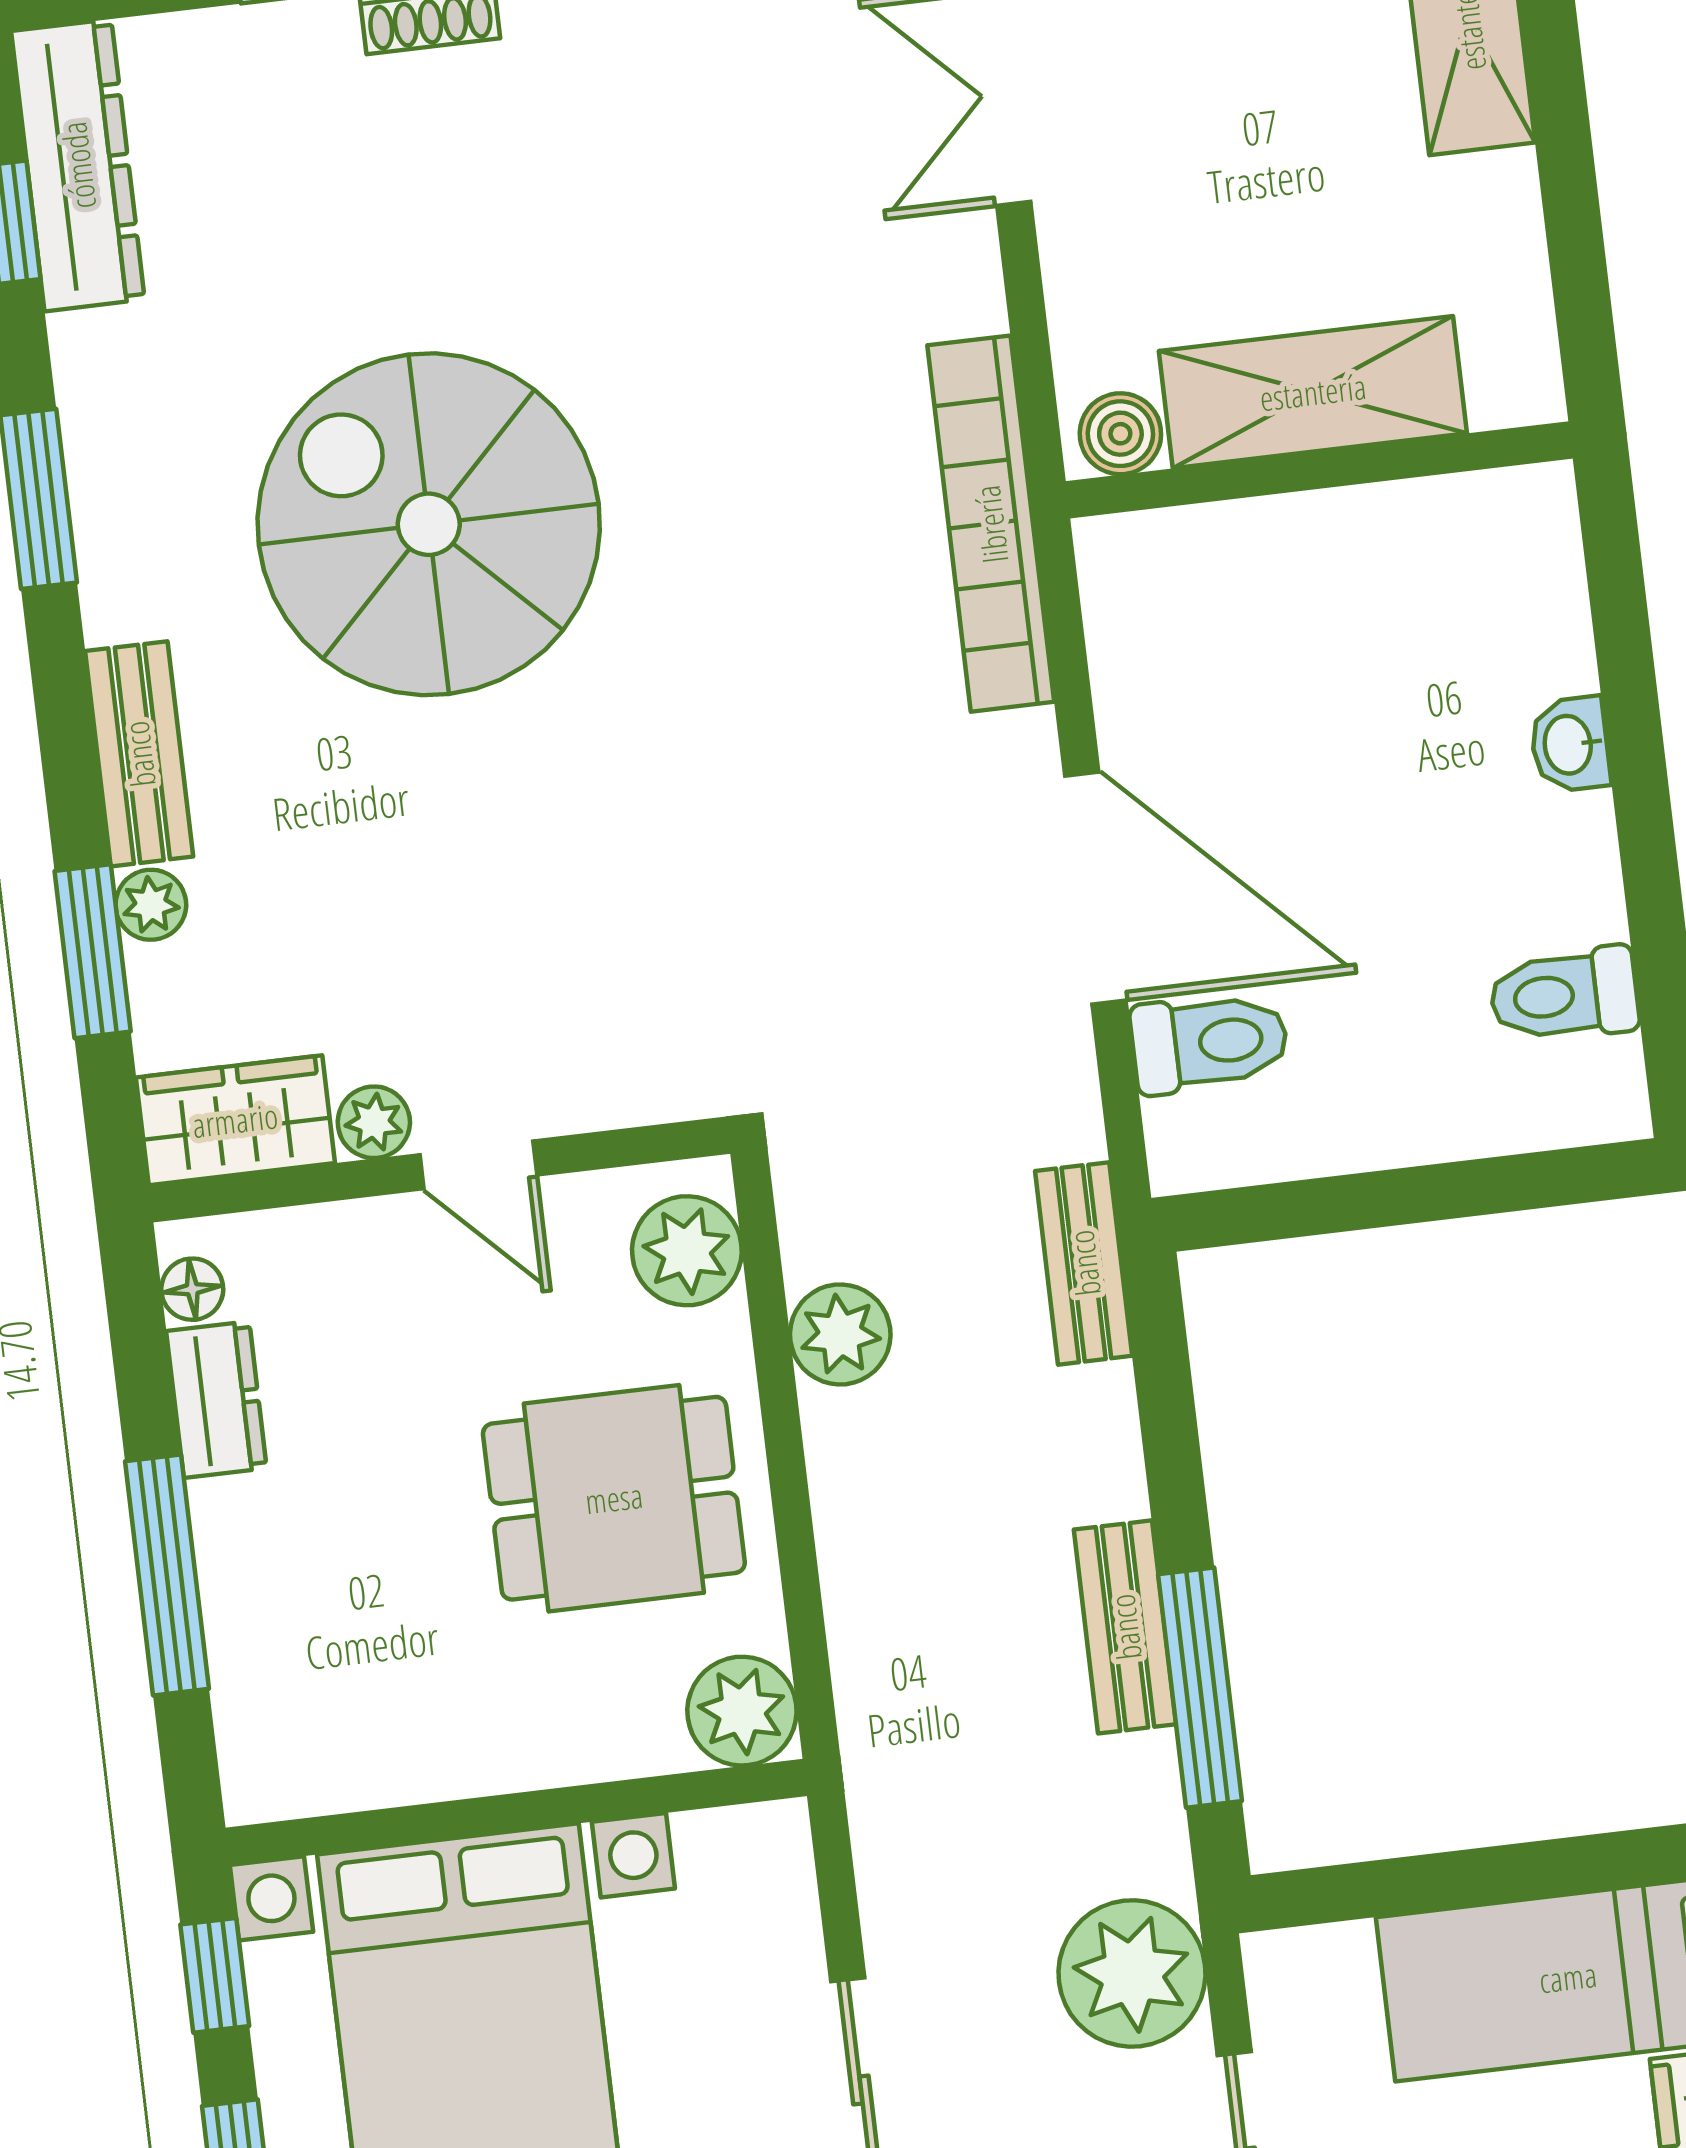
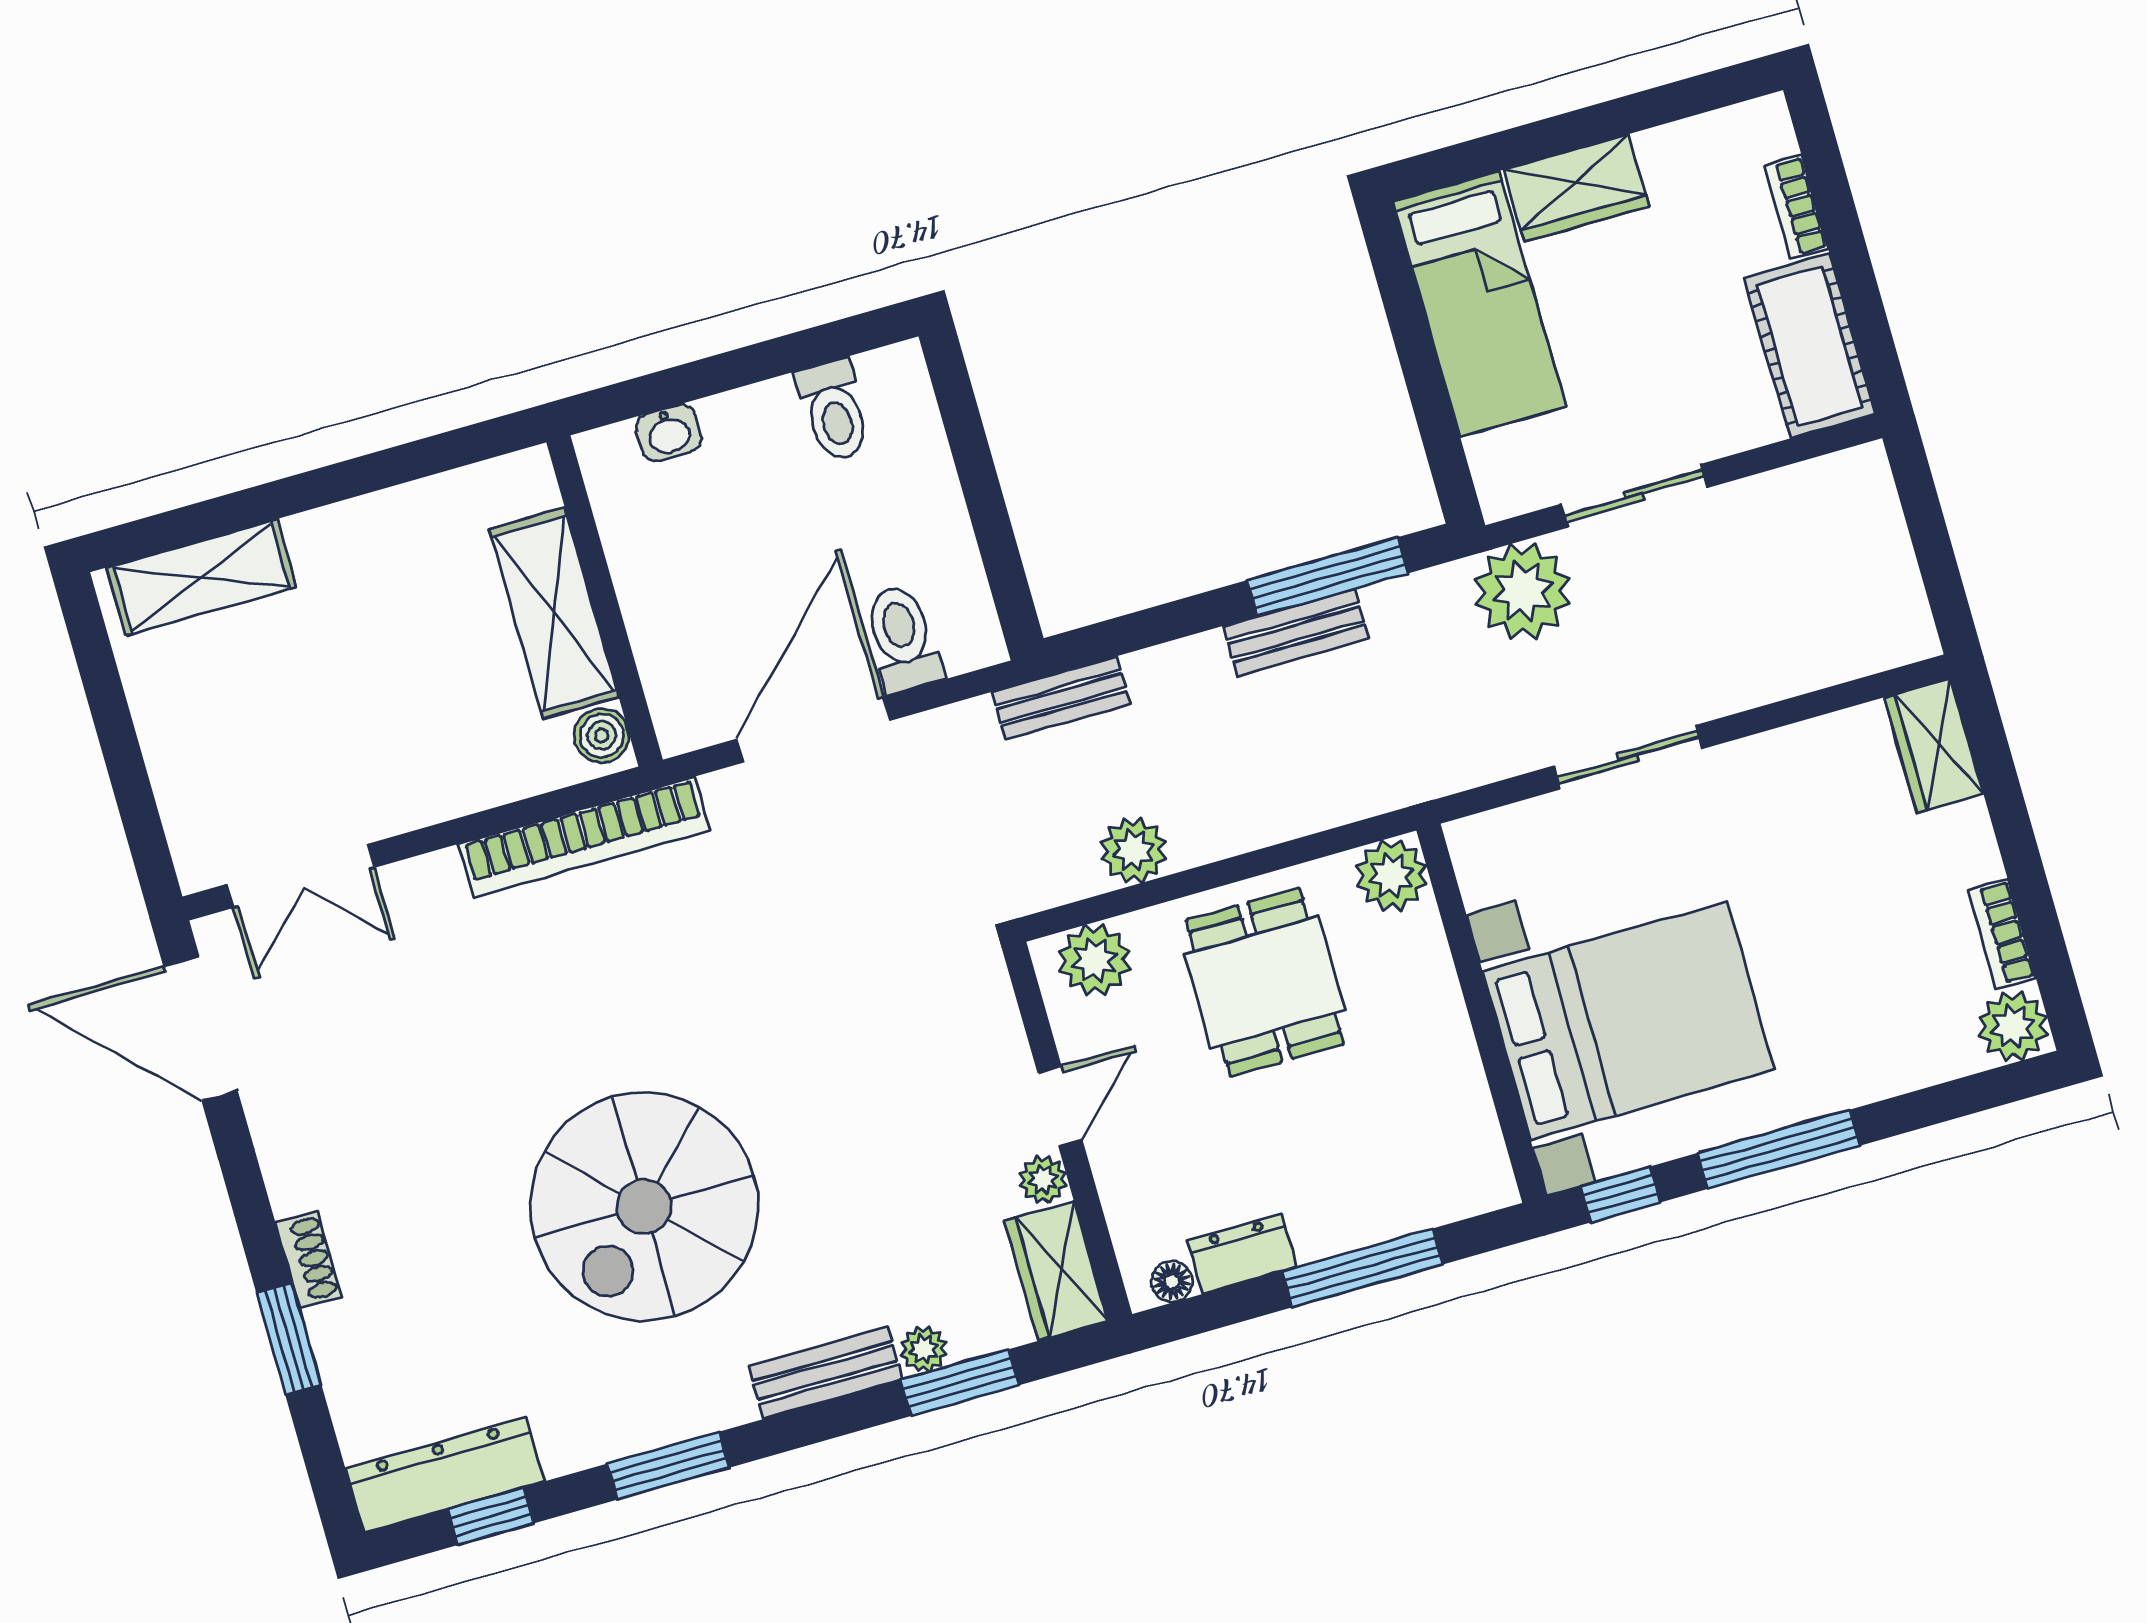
shelving: (1313, 392) -> (554, 613), moved
boiler: (1120, 434) -> (602, 736), moved
wall: (1319, 470) -> (604, 601), moved

